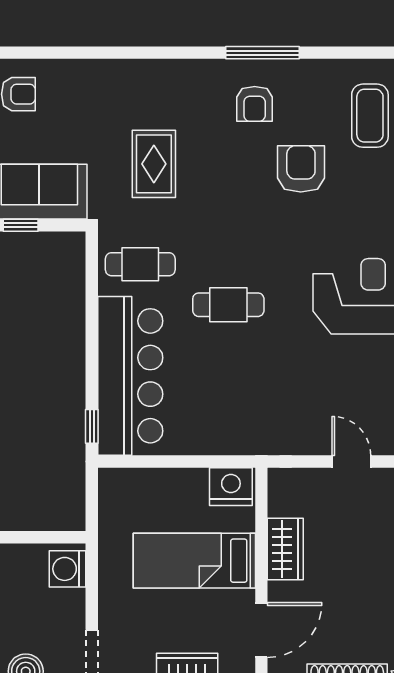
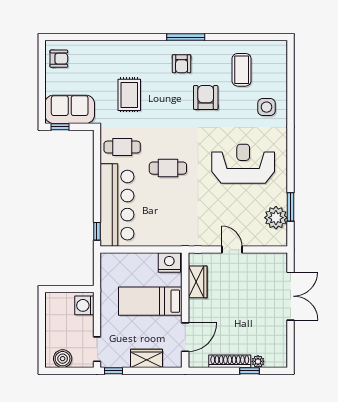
wardrobe: (285, 549) -> (198, 282), moved

